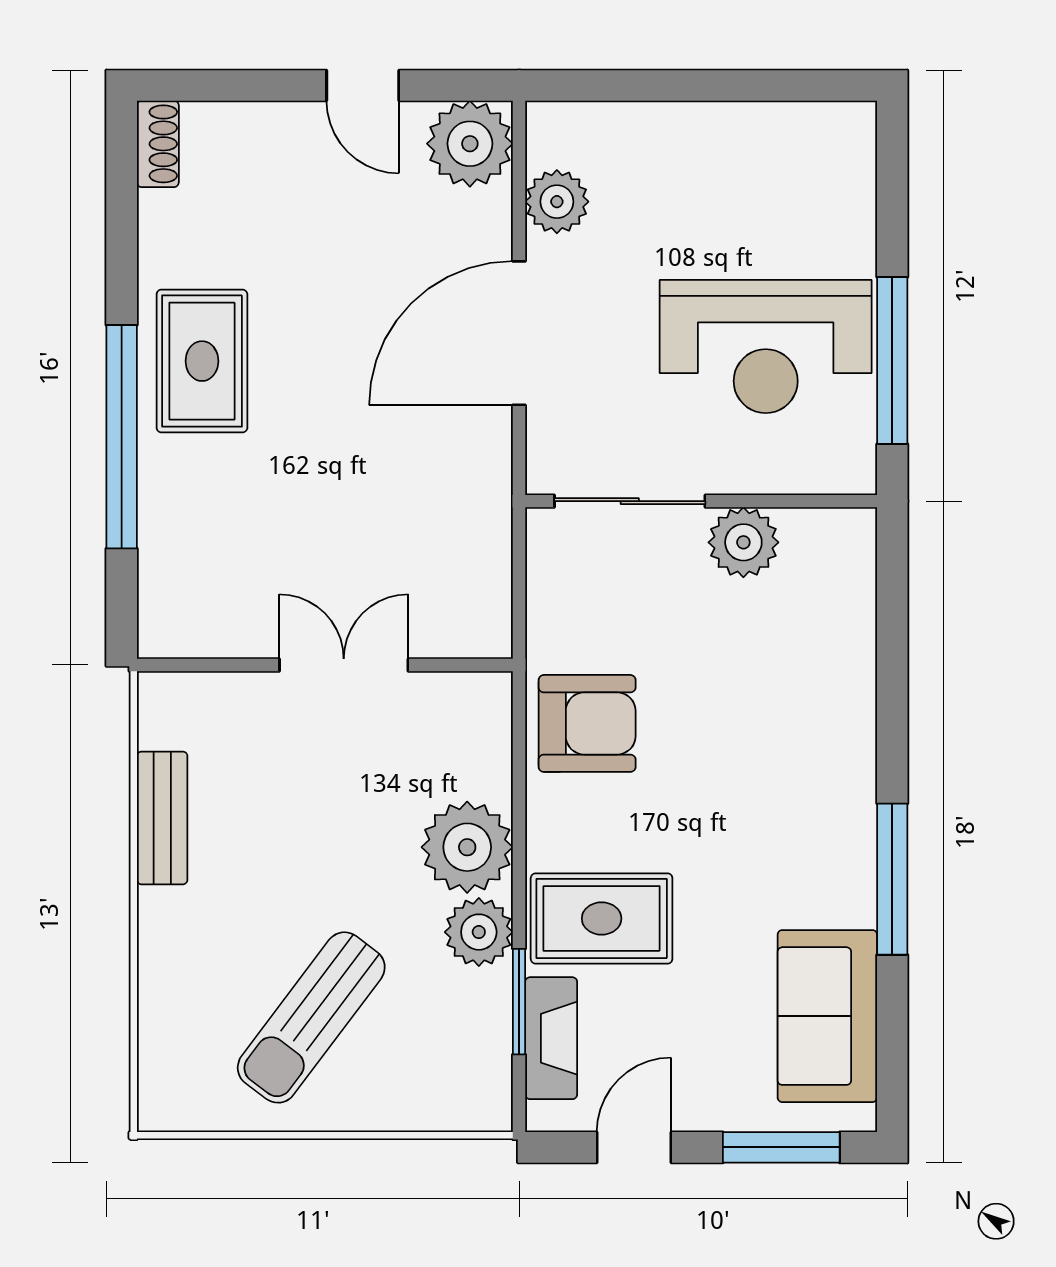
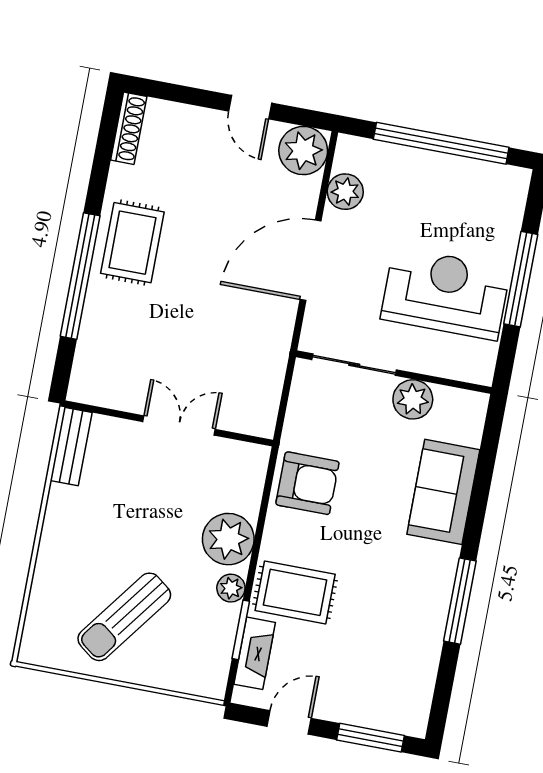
window: (709, 85) -> (441, 143), added
shoe rack: (158, 144) -> (129, 128), width x1.43
reception desk: (766, 346) -> (445, 293), turned 180
window: (892, 360) -> (521, 279), moved
bench: (162, 818) -> (71, 447), moved
plant: (479, 932) -> (231, 588), width x0.73, depth x0.73
sofa: (827, 1016) -> (443, 492), moved

